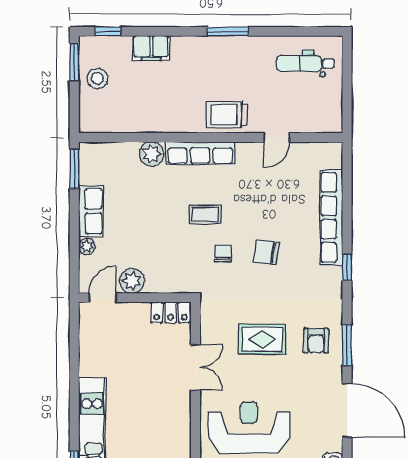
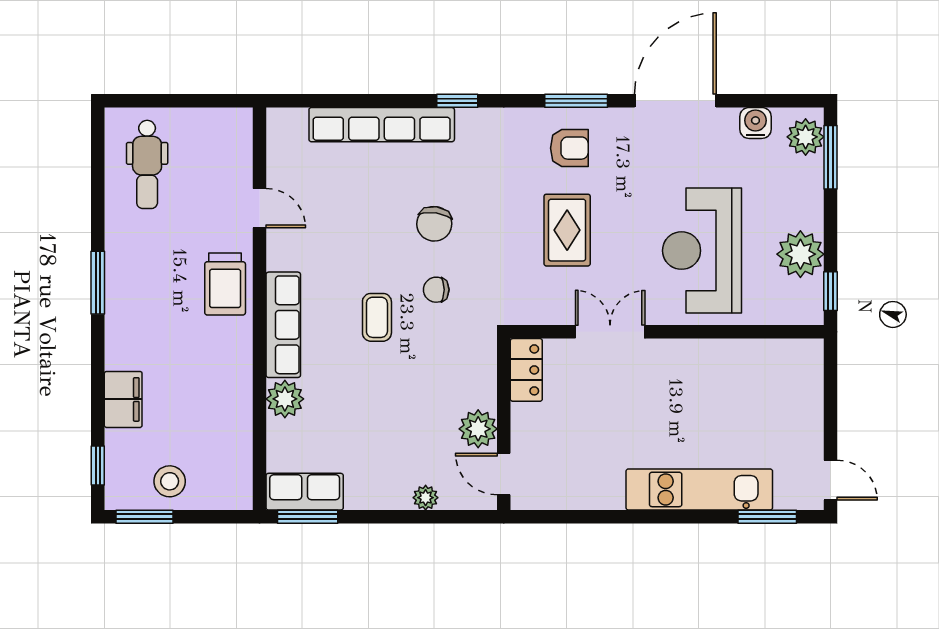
row of seats: (91, 211) -> (305, 492), moved

